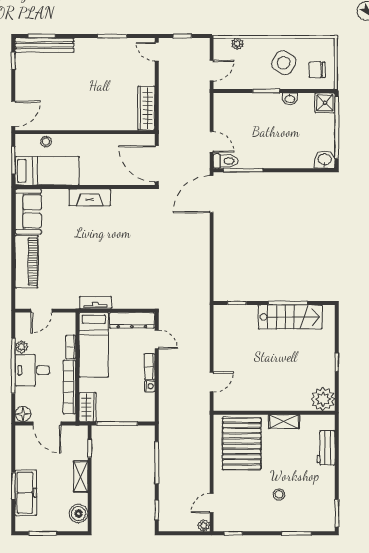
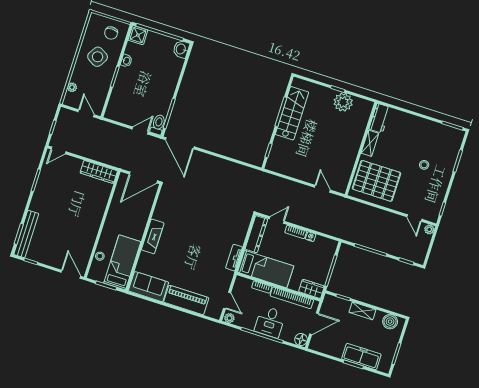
plant: (21, 347) -> (229, 318), moved
plant: (323, 399) -> (343, 102), moved
workbench: (326, 448) -> (380, 118), moved, turned -90

